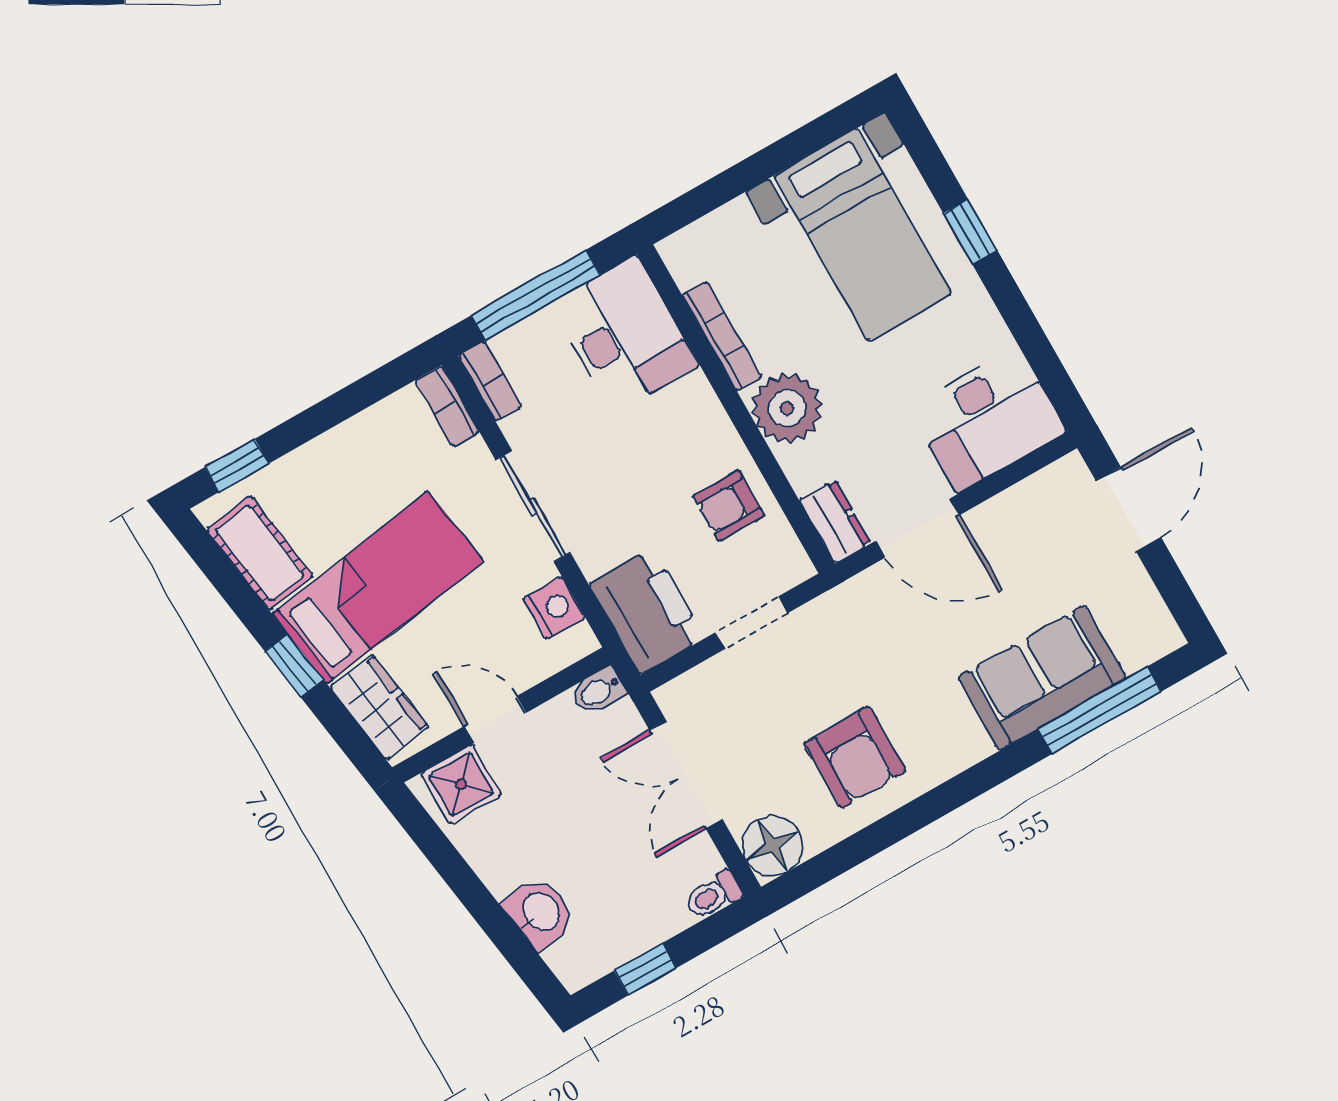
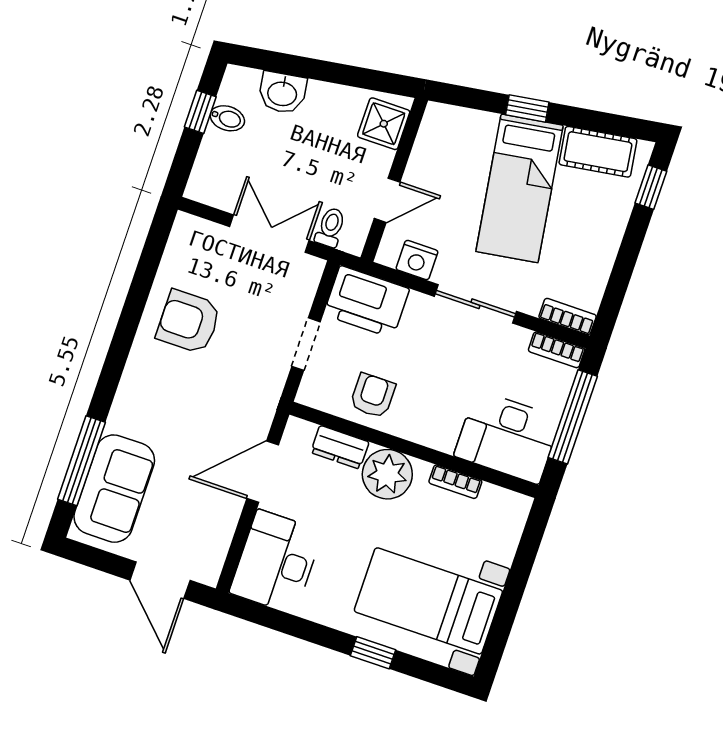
bookcase: (722, 336) -> (455, 482), width x0.64
dresser: (835, 522) -> (340, 447), moved
sofa: (1042, 678) -> (114, 489), moved
bidet: (599, 691) -> (227, 118), moved, turned 90
wardrobe: (379, 707) -> (463, 126), removed
door: (495, 720) -> (387, 200), moved
floor lamp: (772, 846) -> (191, 236), removed
toilet: (713, 895) -> (330, 227), moved

